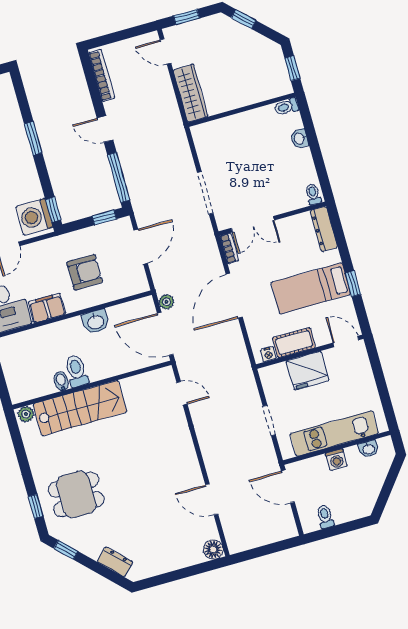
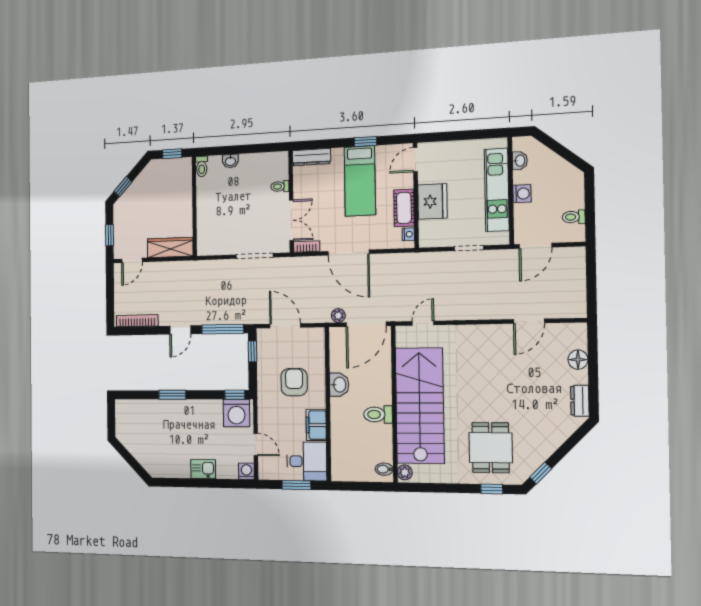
toilet: (313, 194) -> (280, 186), moved
bidet: (61, 381) -> (384, 469), moved
stairs: (80, 408) -> (420, 406), width x1.36, depth x1.51
floor lamp: (213, 550) -> (578, 360), moved
dresser: (115, 562) -> (580, 401), moved, turned -45

